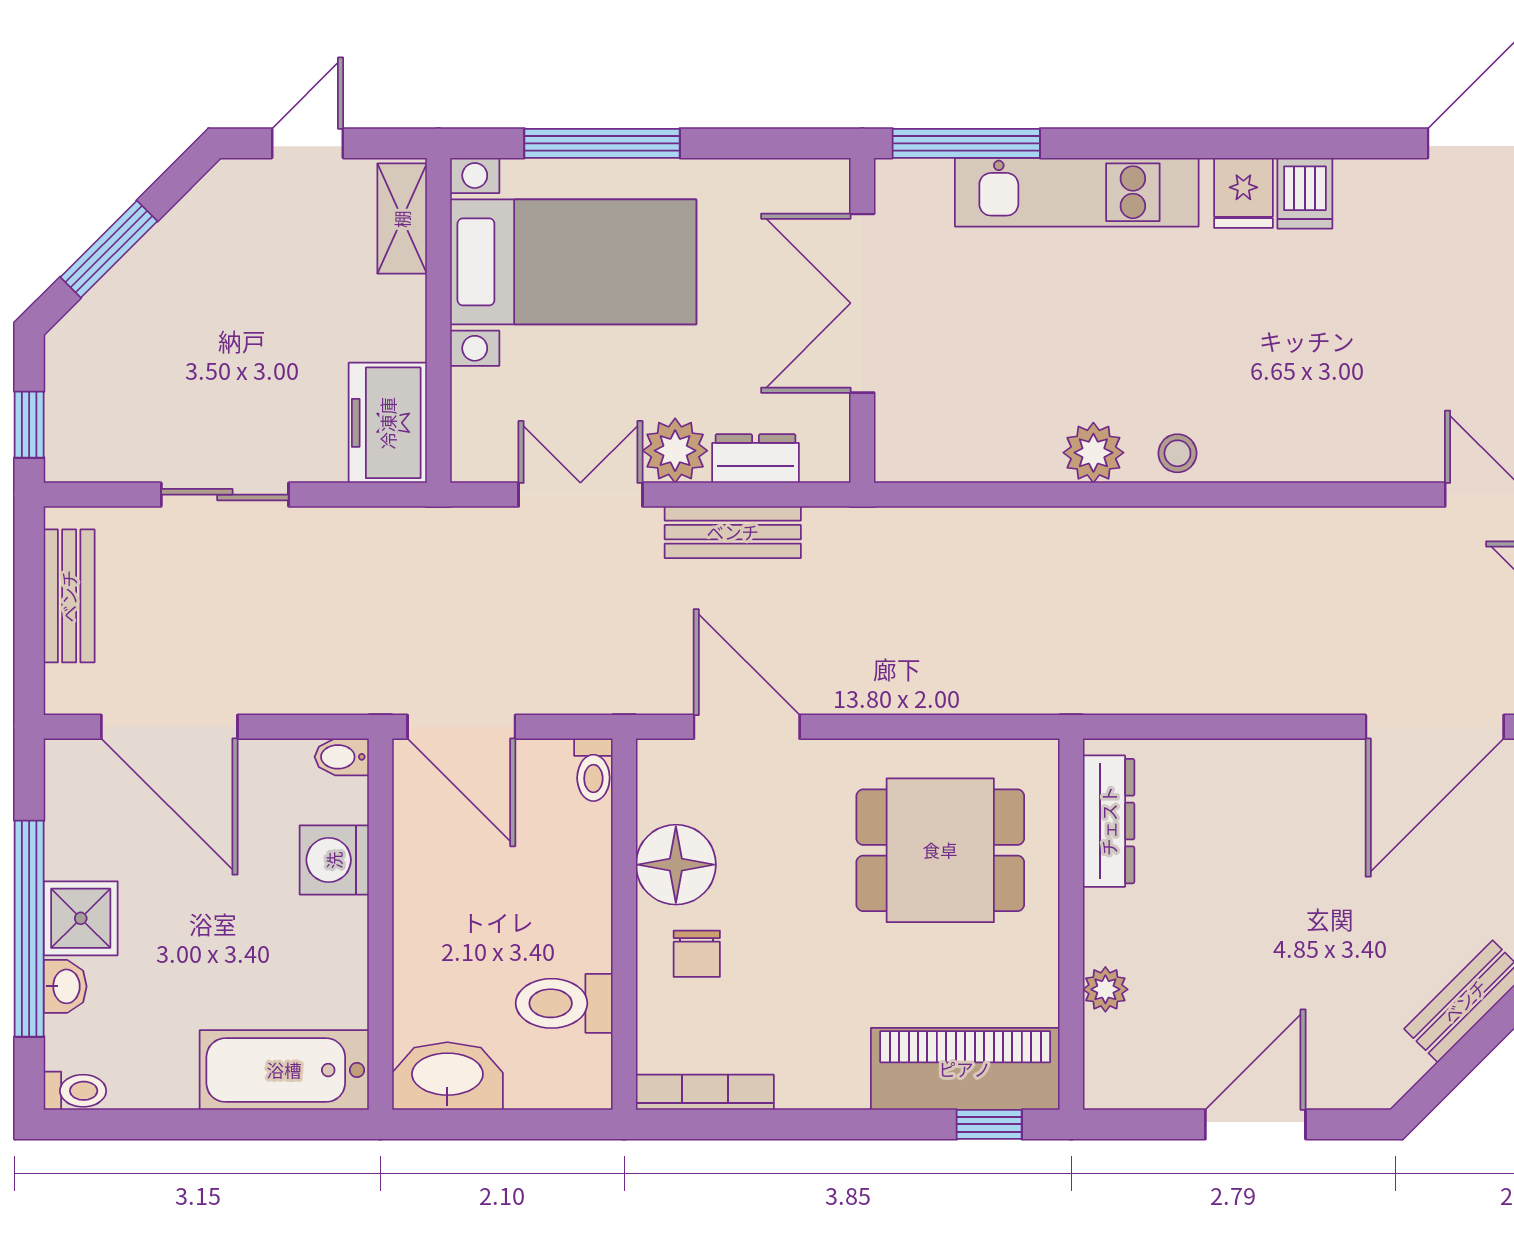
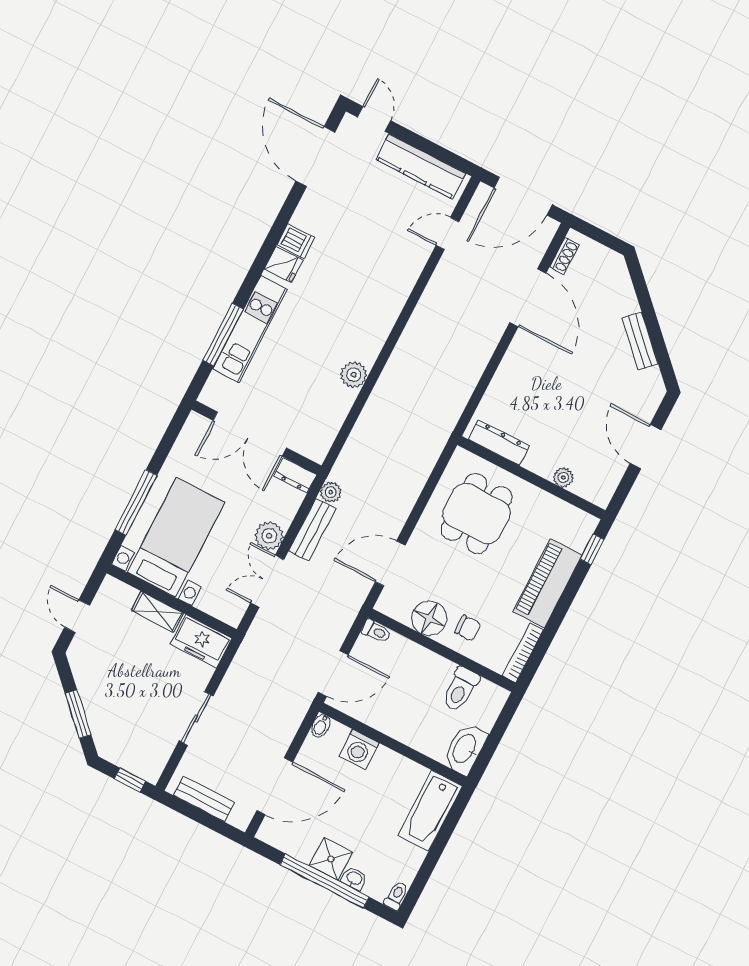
window: (966, 143) -> (223, 335), moved
shelving: (402, 219) -> (158, 612), moved
stool: (1177, 453) -> (371, 342), removed
dresser: (755, 459) -> (295, 475), moved, turned -90
plant: (829, 530) -> (331, 492), added
piano: (965, 1069) -> (547, 583), moved

